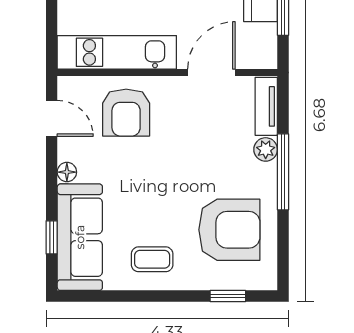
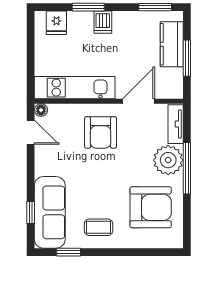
armchair: (126, 113) -> (101, 132), moved
plant: (266, 149) -> (168, 160), width x1.88, depth x1.88
floor lamp: (67, 172) -> (41, 110), moved
window: (228, 296) -> (69, 252), moved

